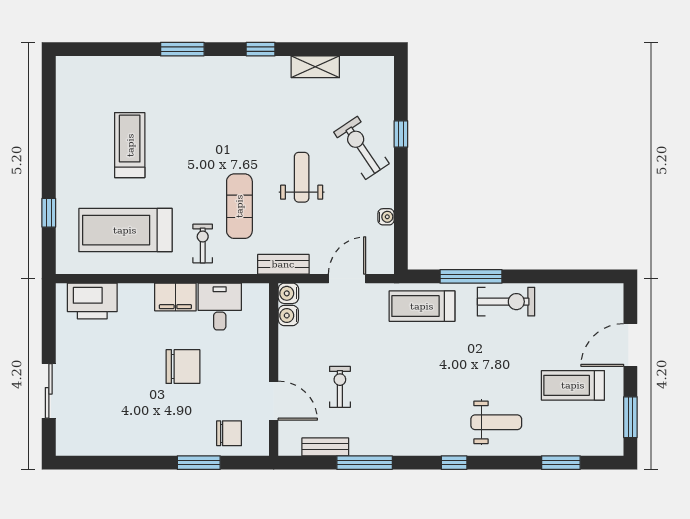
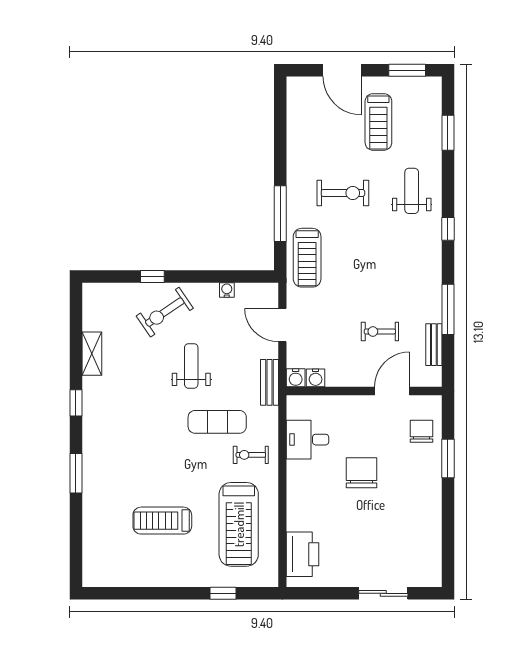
weight bench: (302, 177) -> (191, 366), turned 90
filing cabinet: (175, 297) -> (299, 479), removed
exercise bike: (506, 302) -> (343, 193), moved, turned 90

